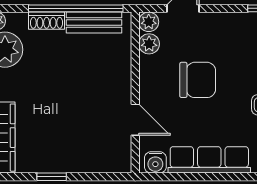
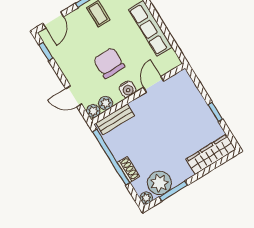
bench: (94, 23) -> (115, 119), moved, turned 90
water cooler: (155, 162) -> (128, 89), moved, turned 90

